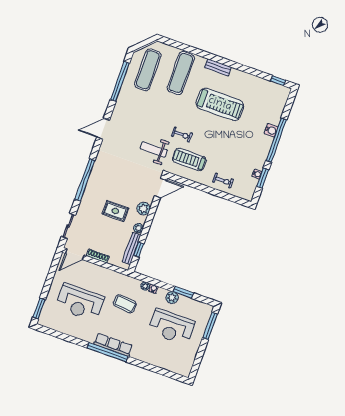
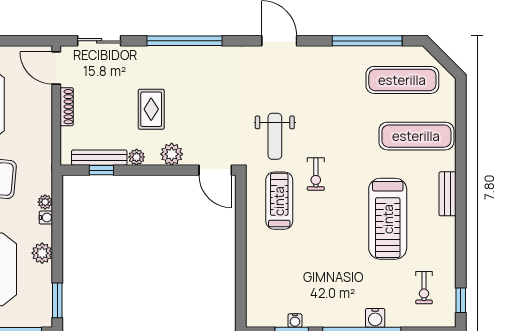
weight bench: (154, 149) -> (275, 136), turned 180
exercise bike: (223, 181) -> (424, 288), moved
window: (183, 292) -> (57, 300), moved

